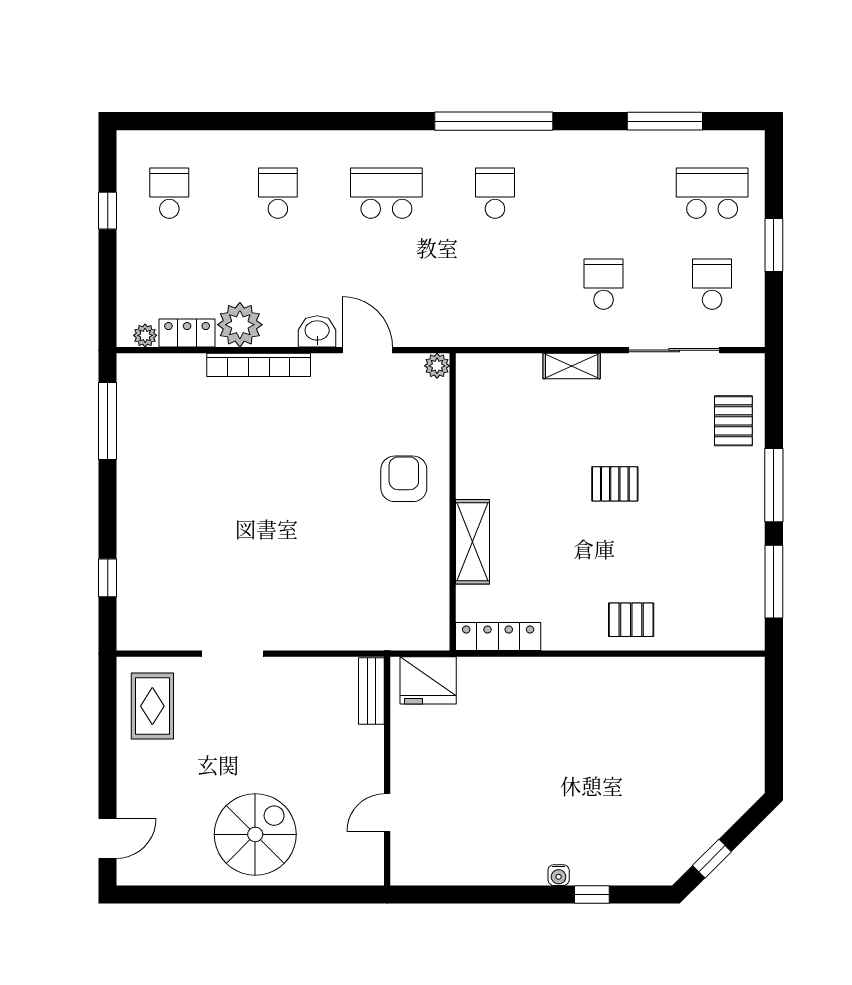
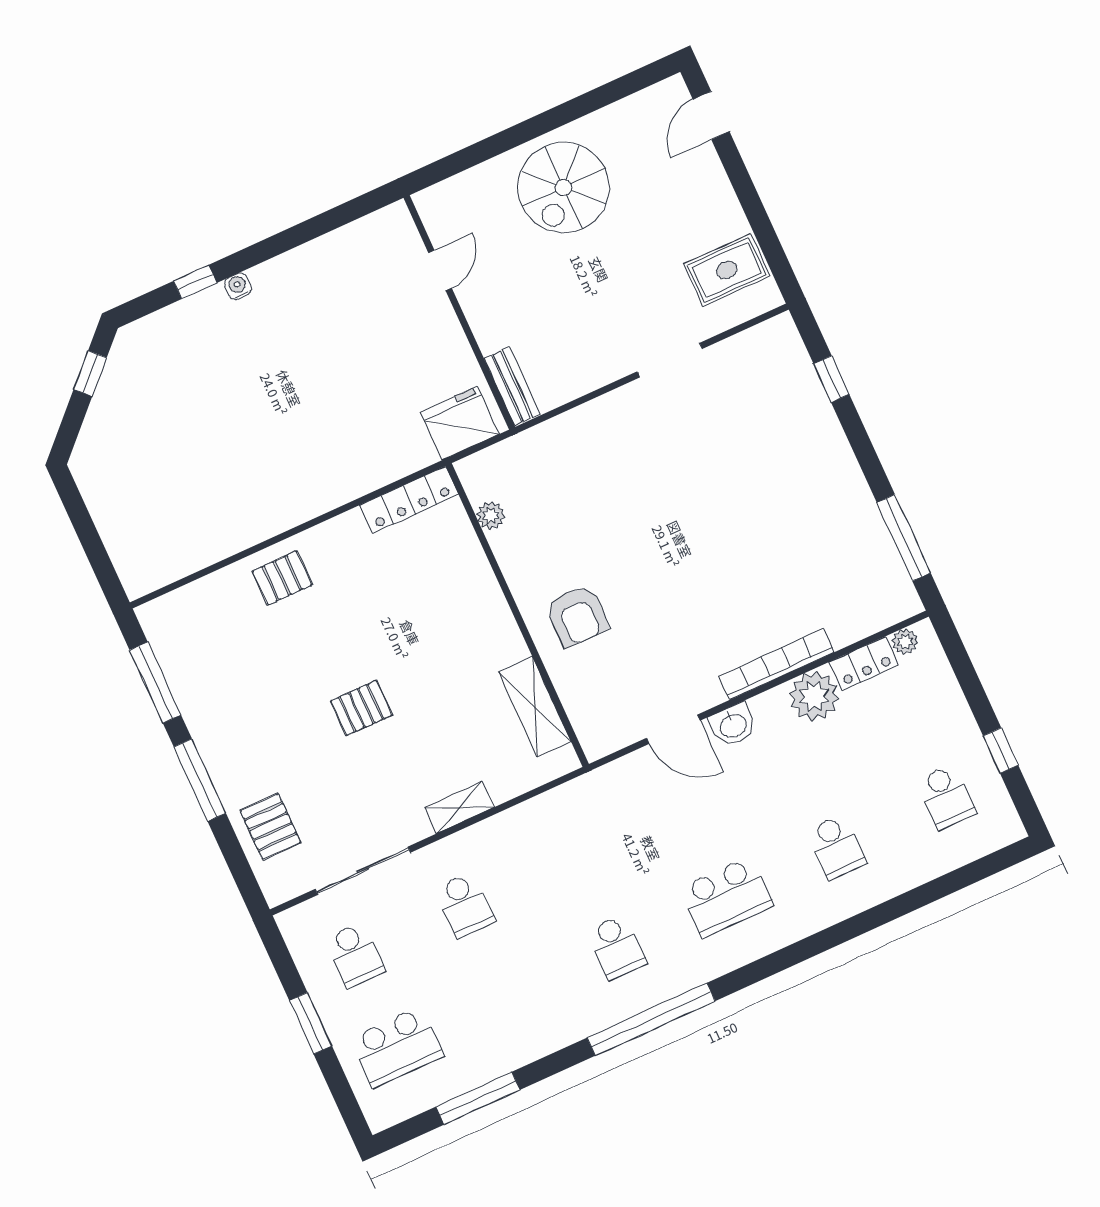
plant: (437, 366) -> (491, 515), moved
shelving: (473, 542) -> (535, 707), moved
rug: (152, 706) -> (727, 270), turned 90

